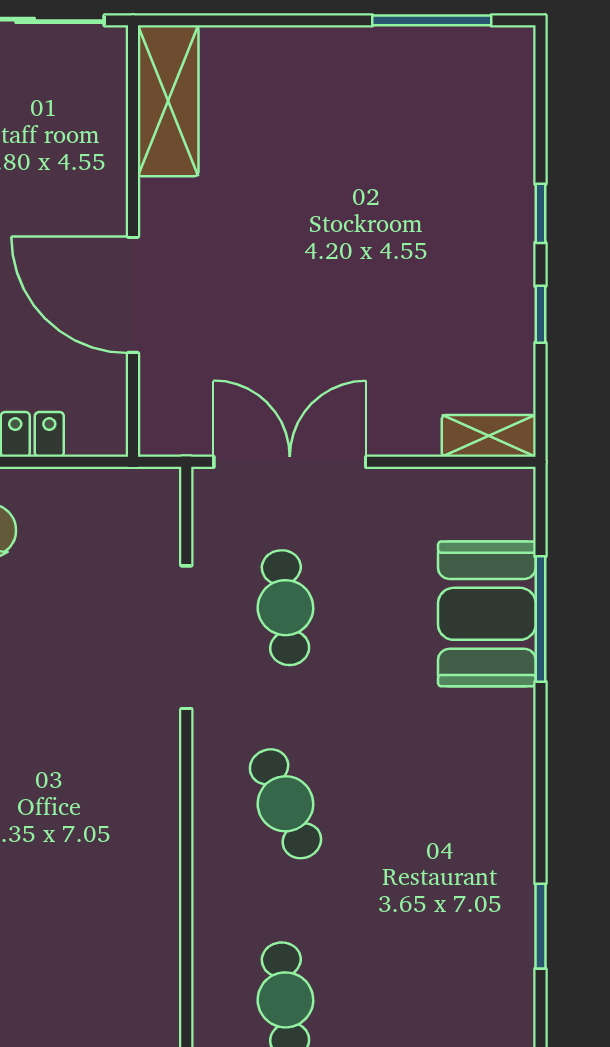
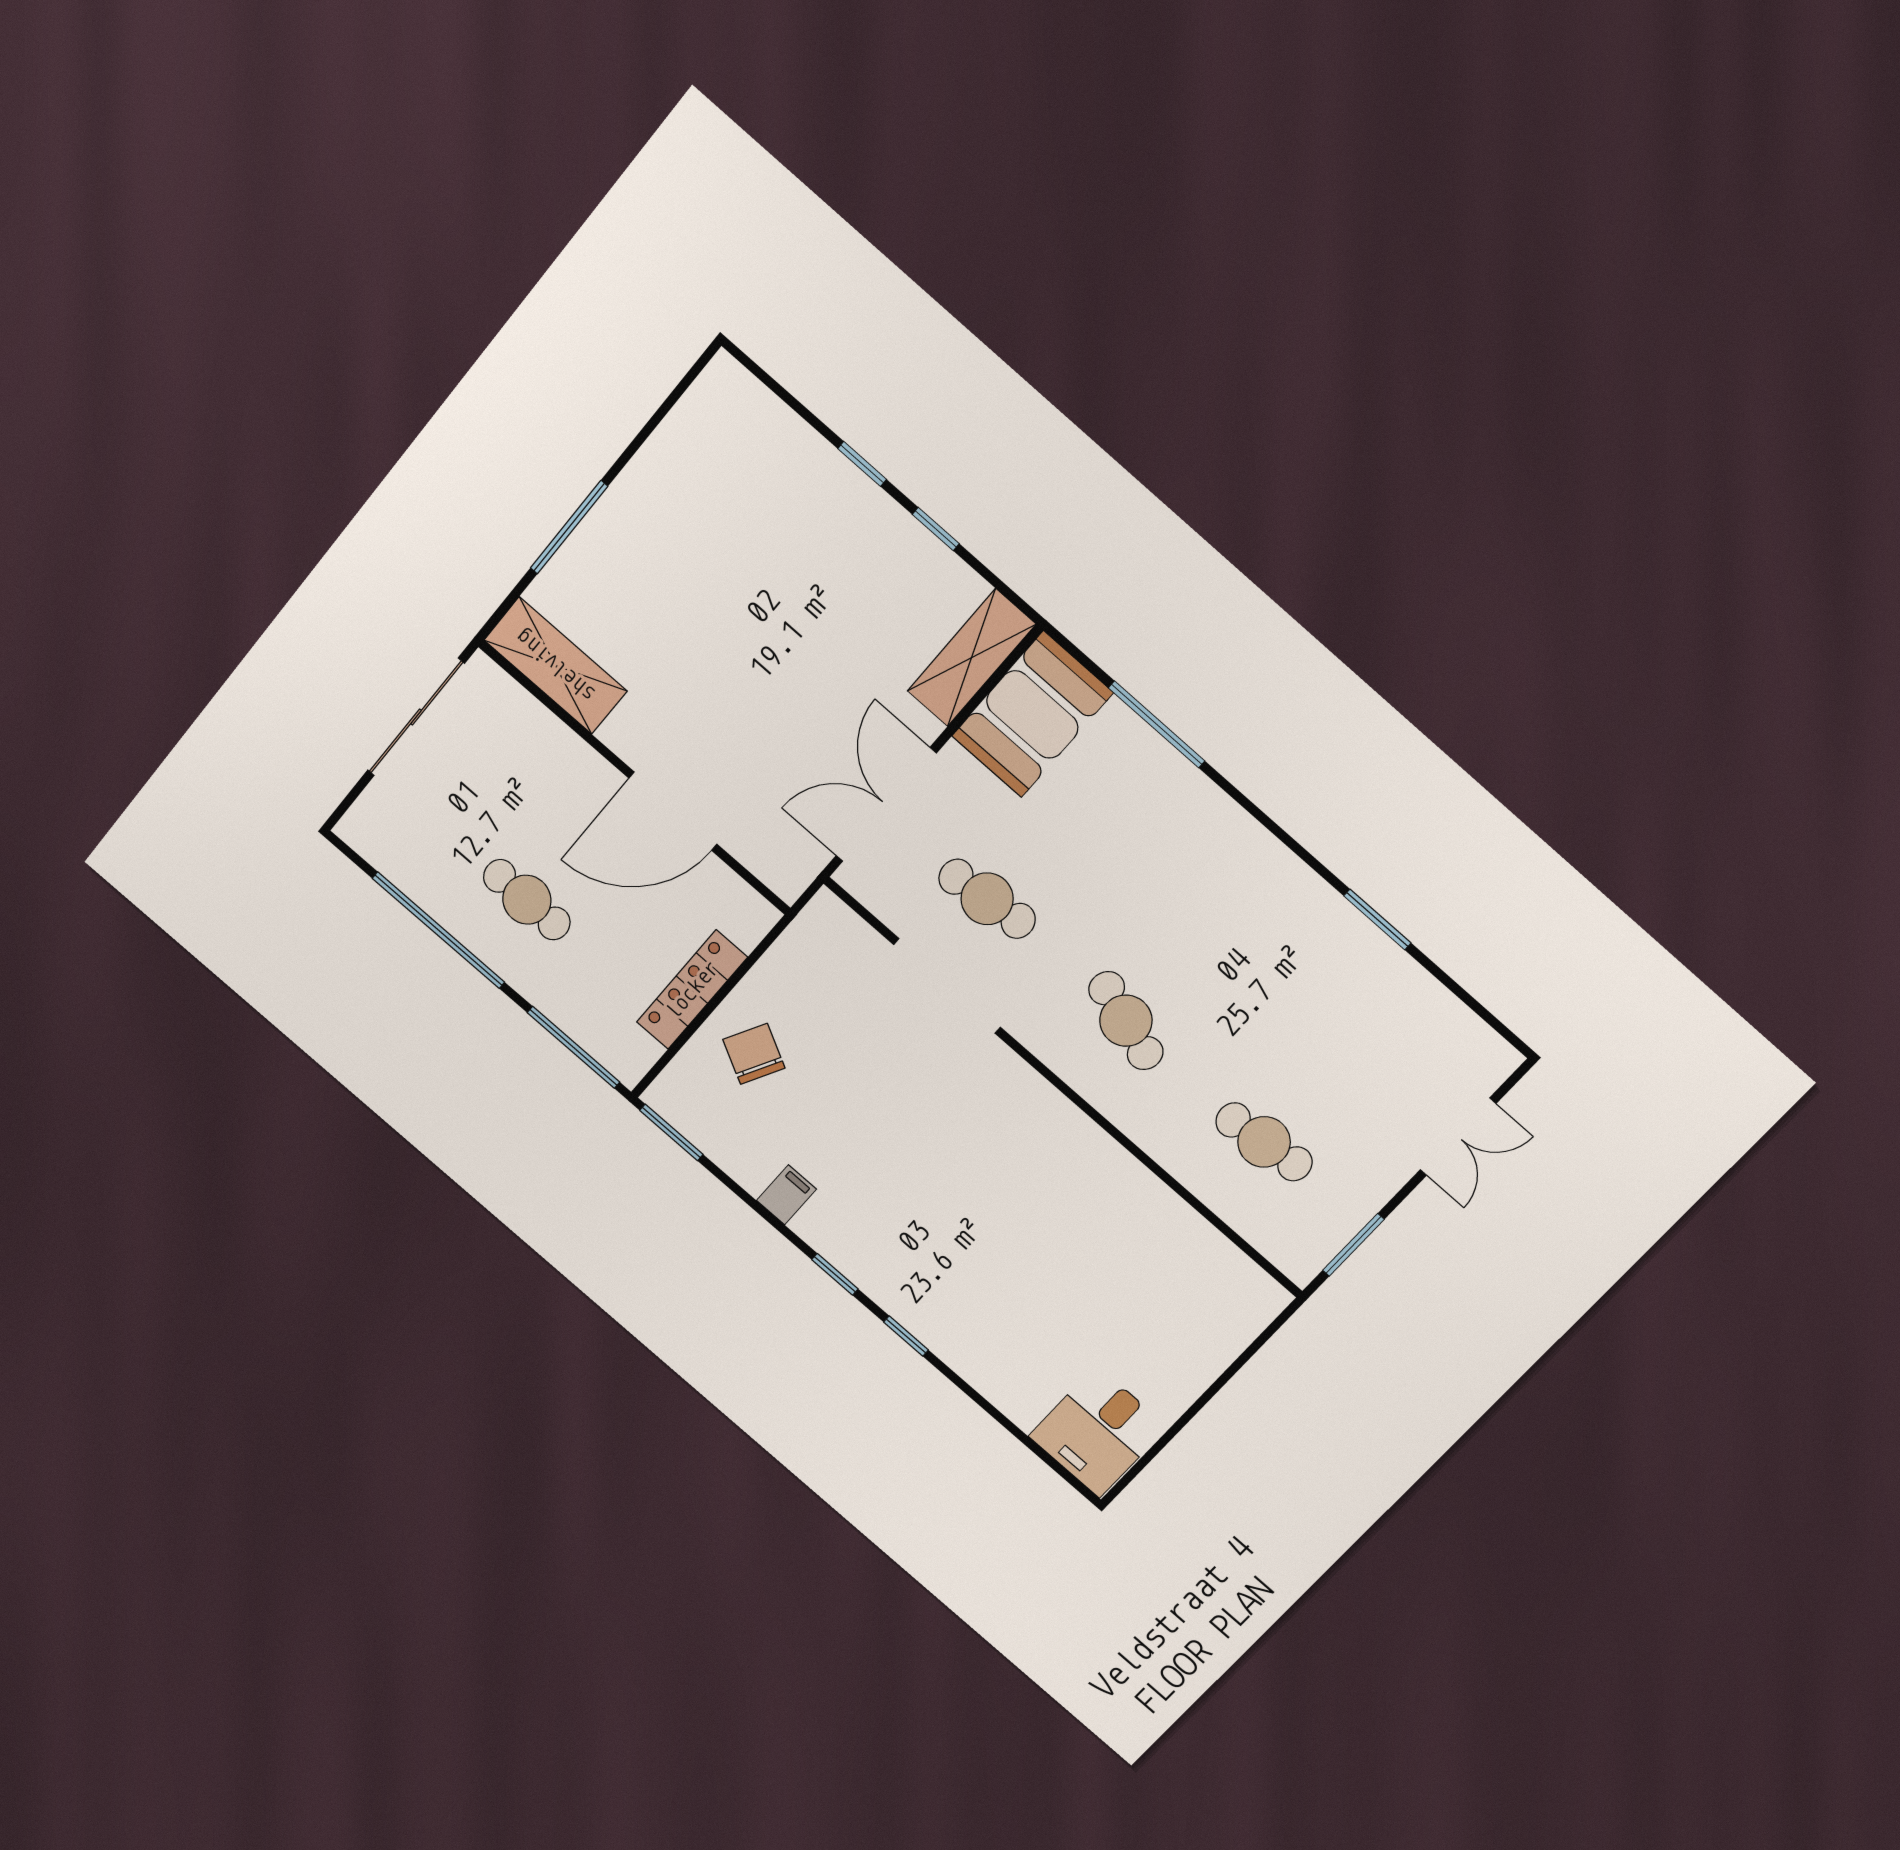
window: (432, 20) -> (569, 527), moved
shelving: (489, 436) -> (971, 658), width x1.50, depth x1.33
booth: (487, 614) -> (1032, 714), moved, turned 90
cafe table: (285, 804) -> (1126, 1021), turned 42

